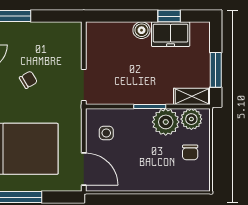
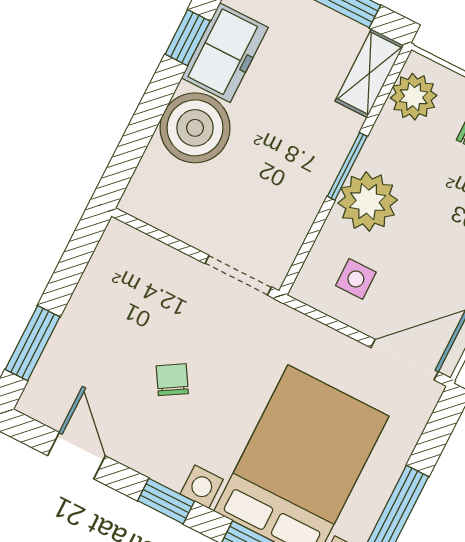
boiler: (142, 30) -> (195, 128), width x1.86, depth x1.86
plant: (166, 122) -> (368, 202), moved

